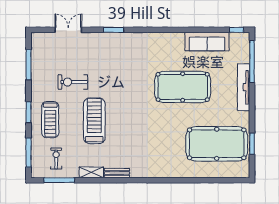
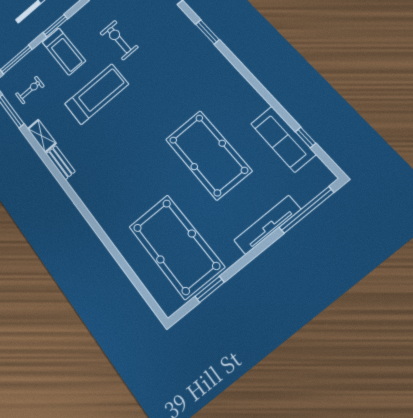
window: (237, 30) -> (306, 137), moved
treadmill: (50, 120) -> (64, 51), turned -90

